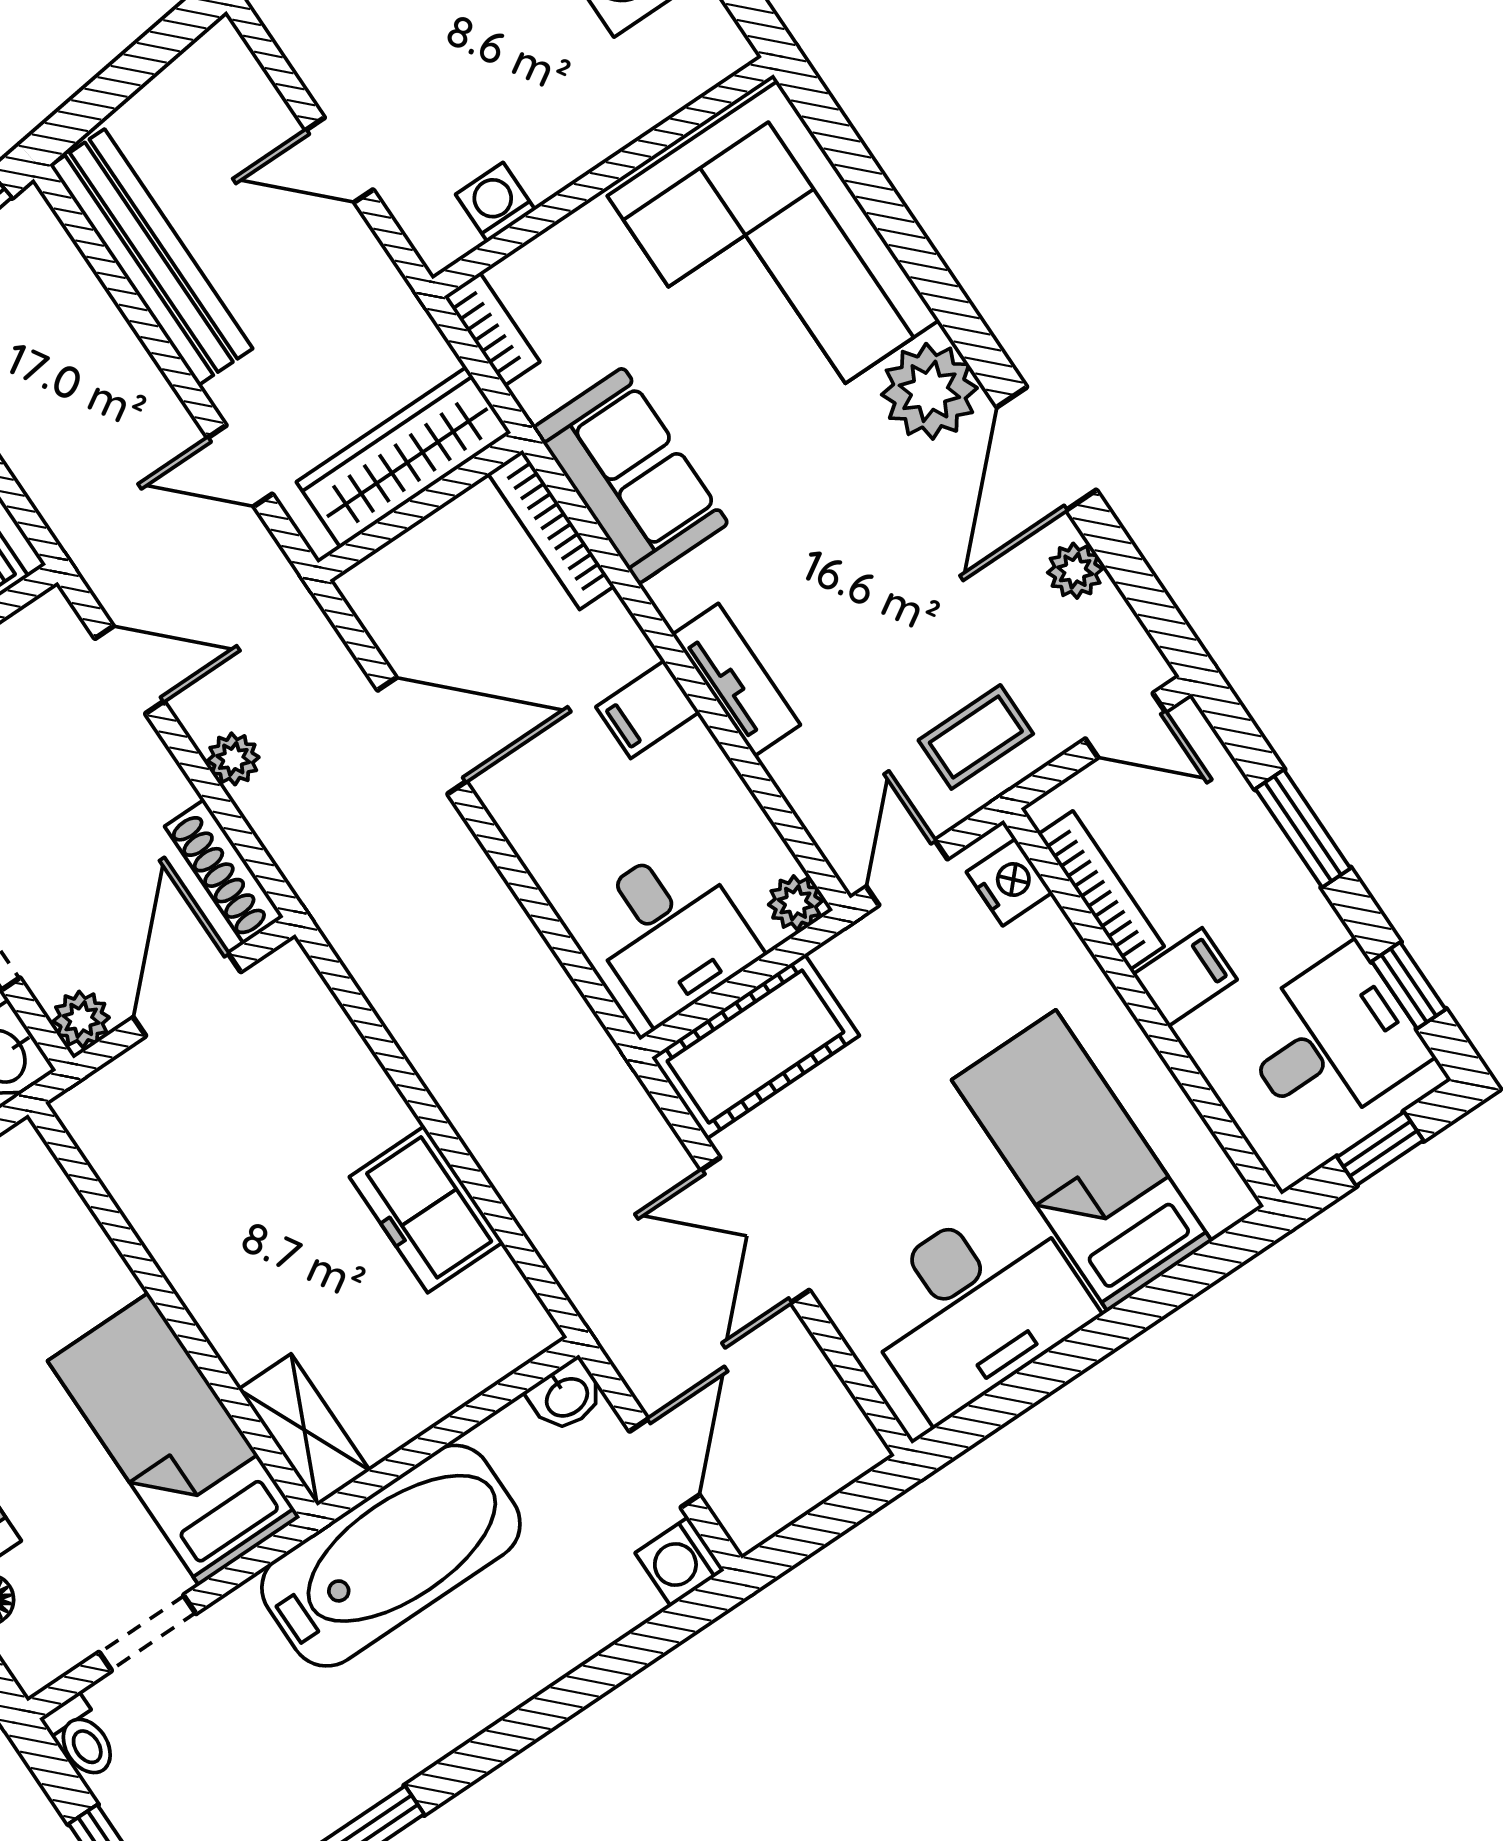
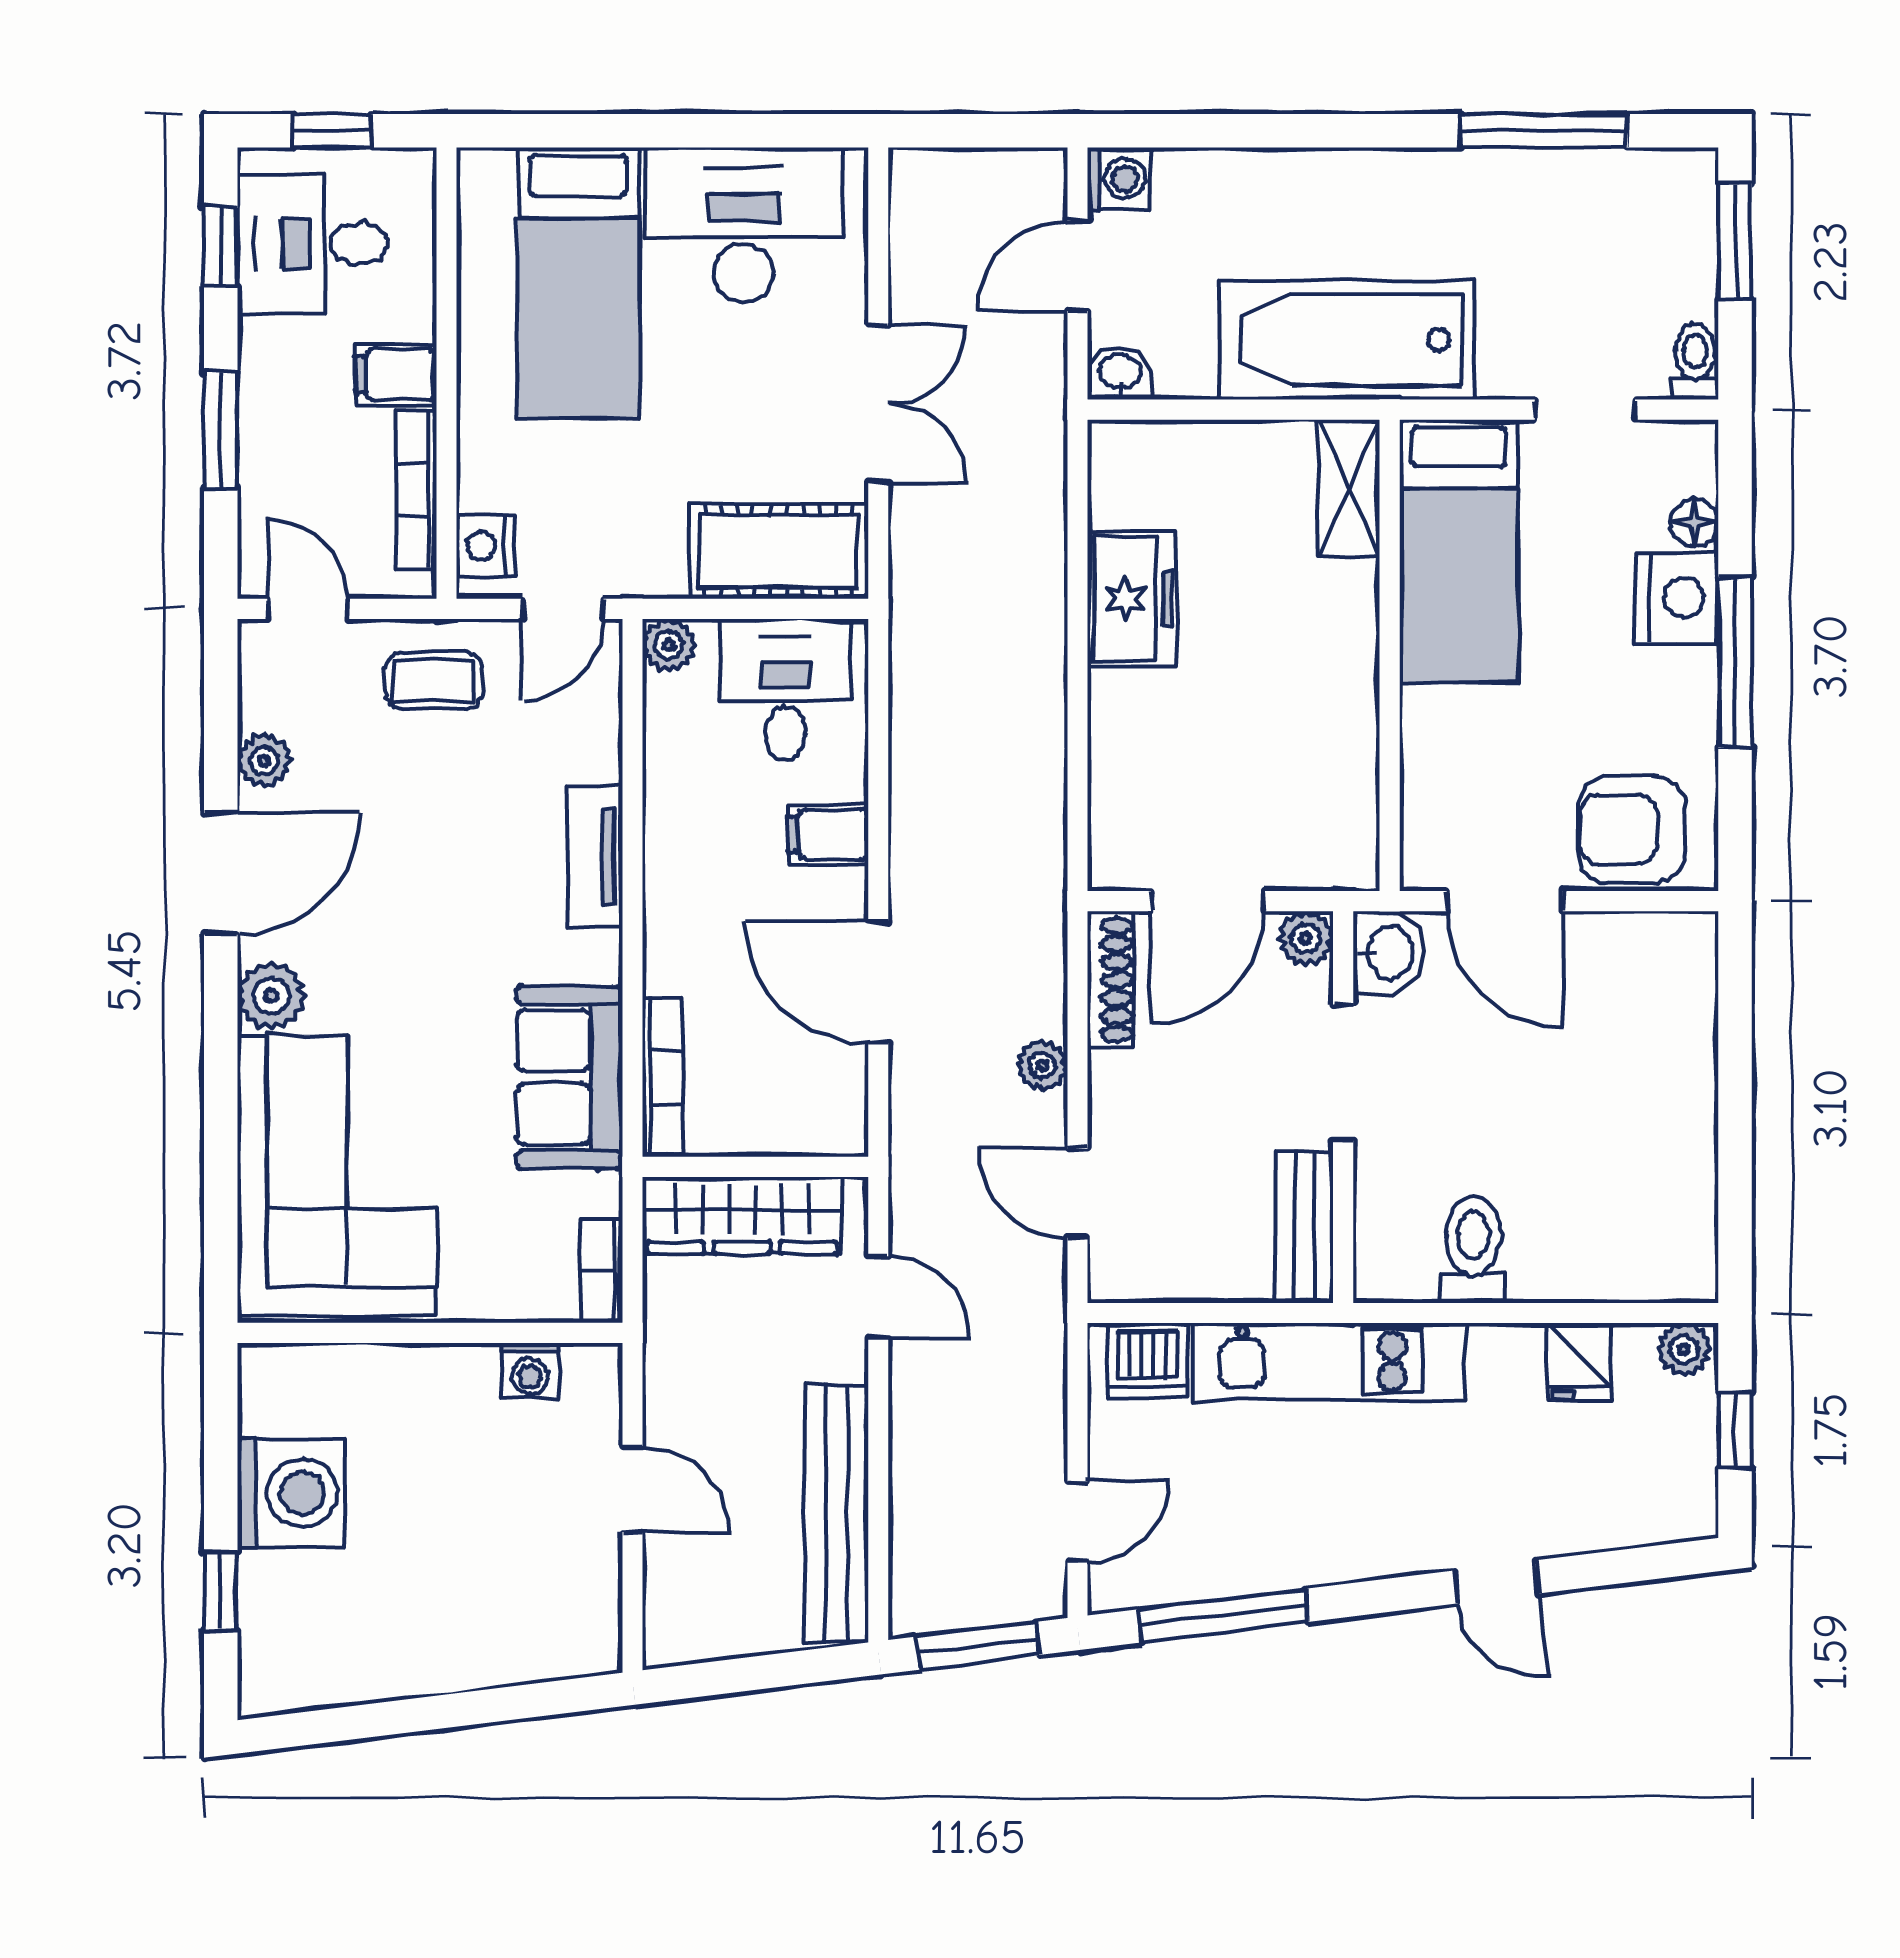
plant: (929, 391) -> (271, 996), width x0.73, depth x0.73
filing cabinet: (648, 710) -> (828, 834), moved, turned 180

